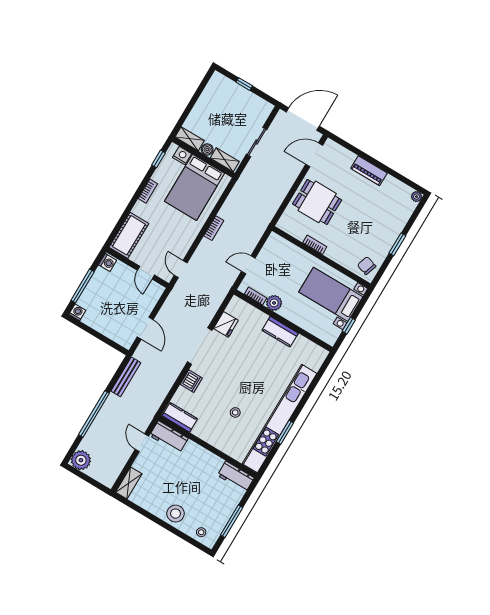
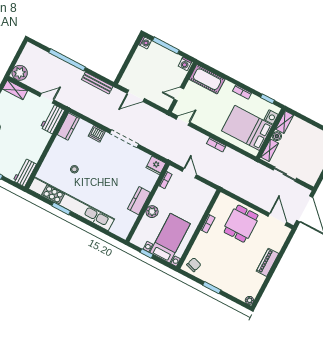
plant: (274, 303) -> (152, 212), moved
fridge: (226, 324) -> (156, 165), moved
plant: (81, 460) -> (20, 73), moved

